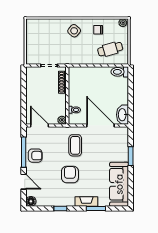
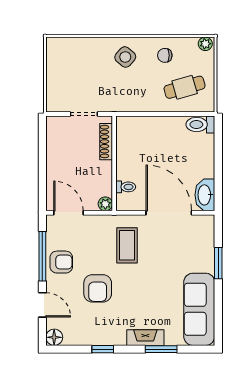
armchair: (70, 174) -> (98, 288), moved, turned 180

